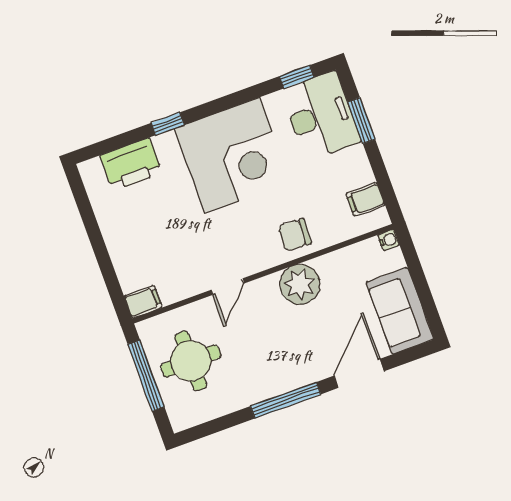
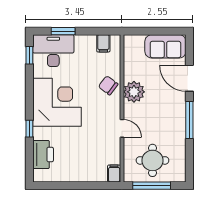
chair: (295, 235) -> (108, 85), turned 124
water cooler: (389, 240) -> (128, 39), removed

